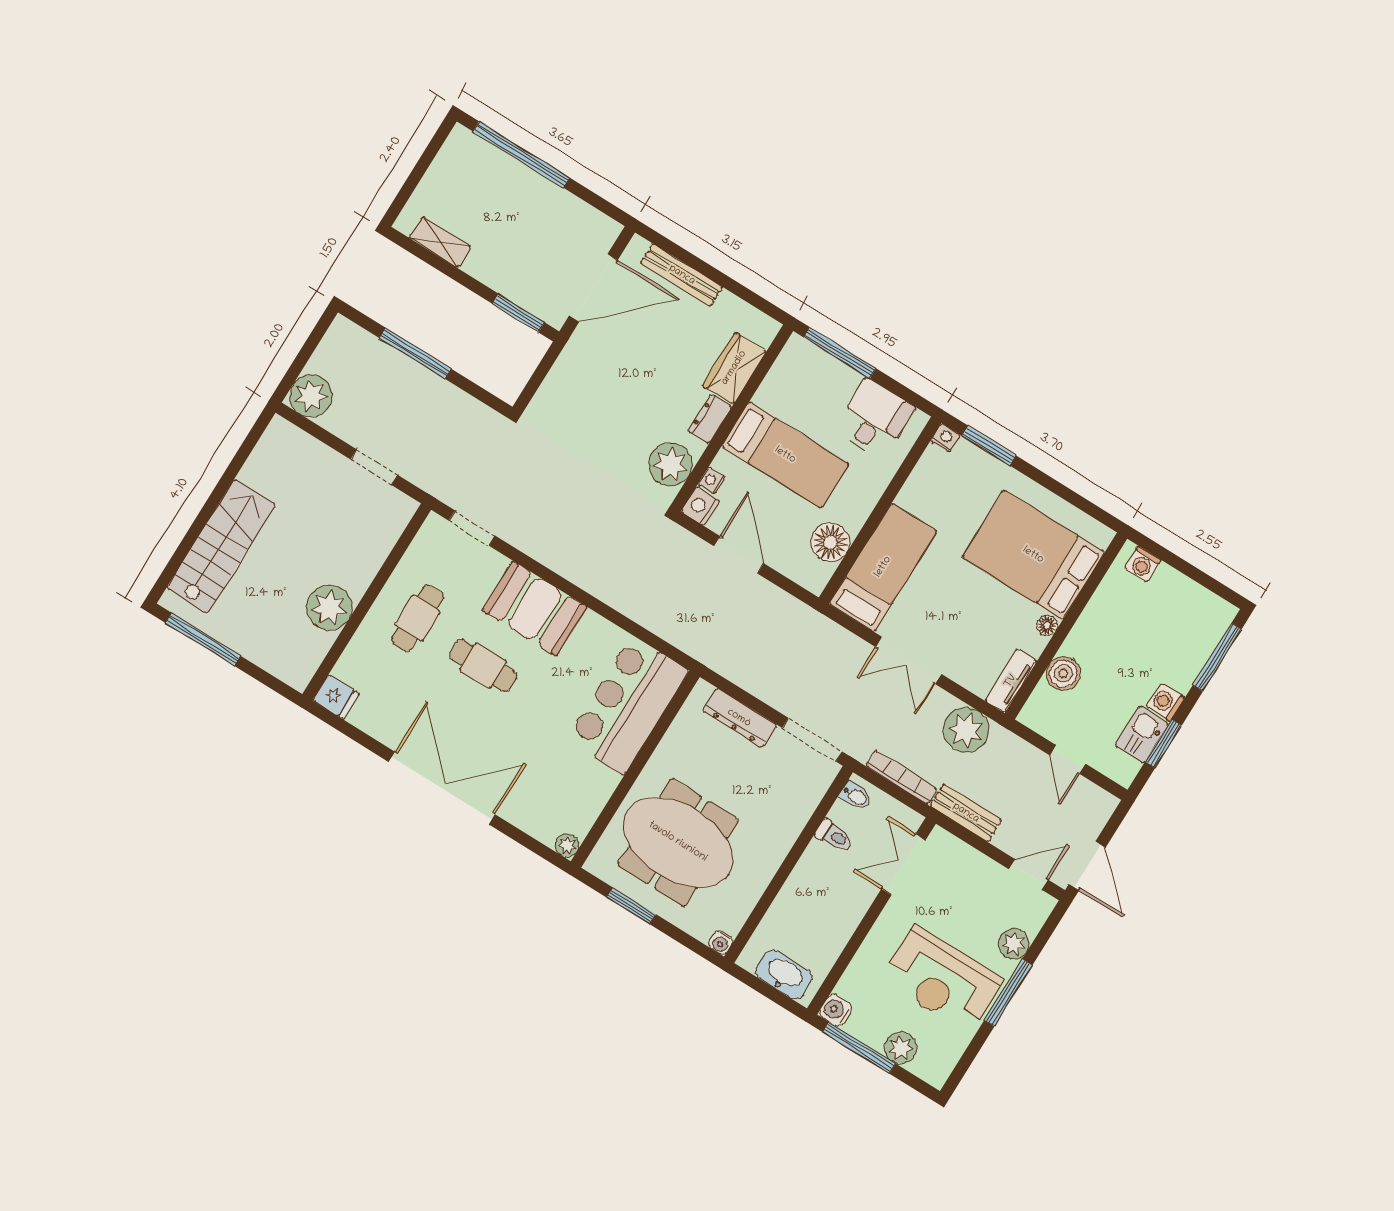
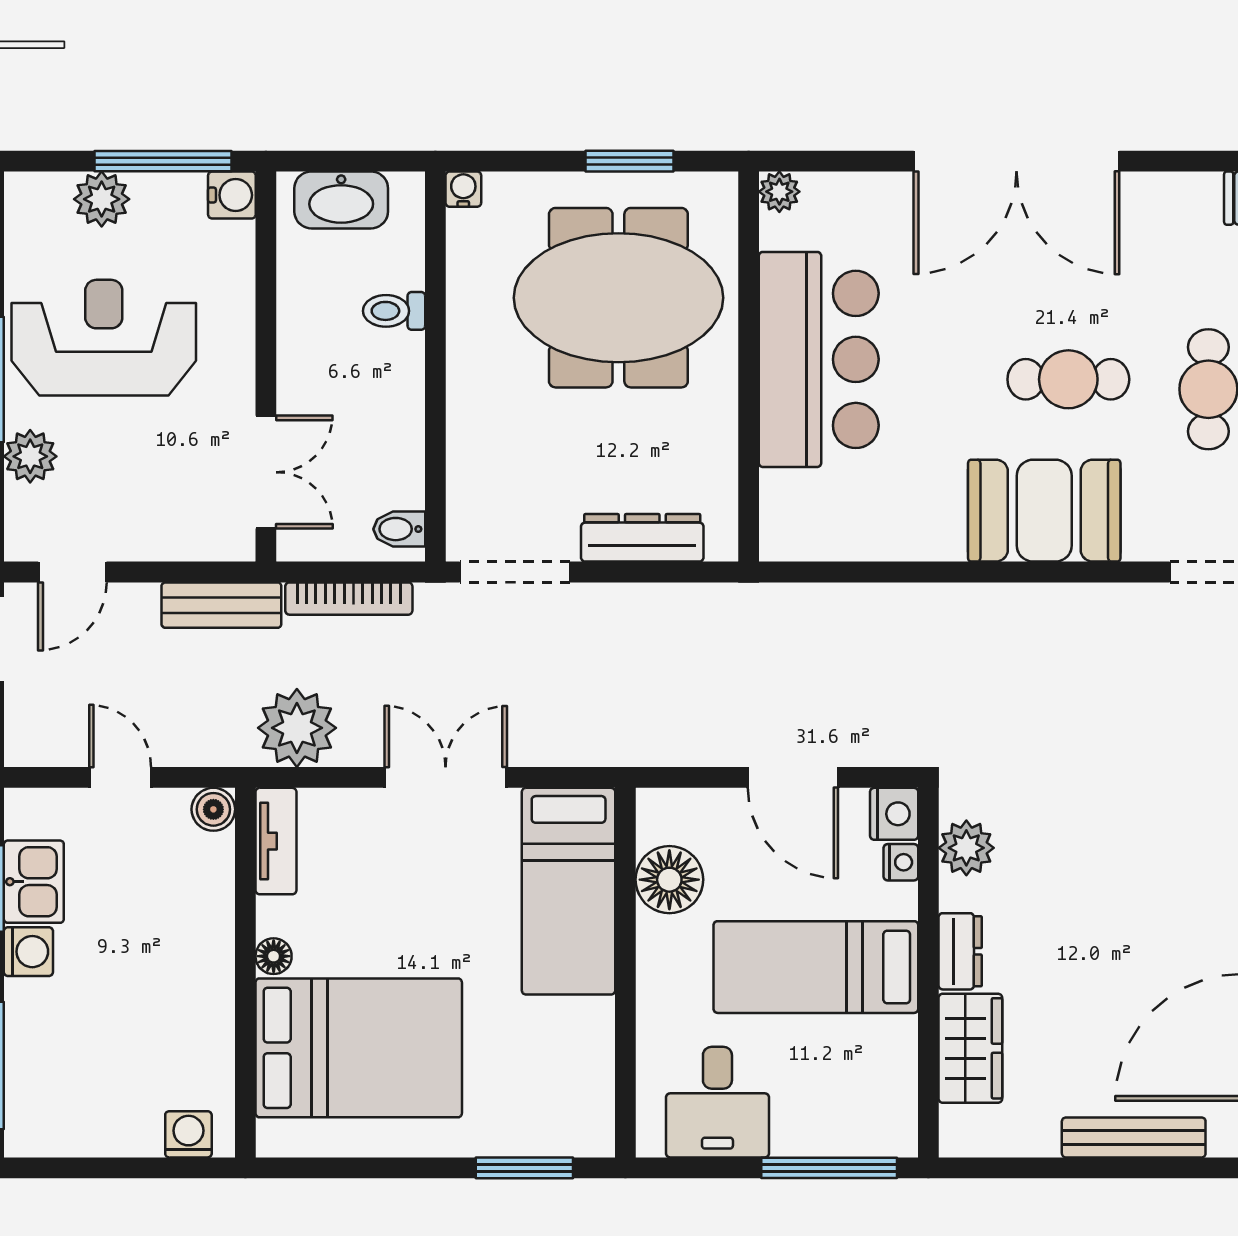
nightstand: (945, 438) -> (595, 1139), removed
plant: (671, 464) -> (966, 848), width x0.73, depth x0.73
boiler: (1063, 674) -> (213, 809), moved, width x0.73, depth x0.73
bar counter: (628, 705) -> (819, 359), moved
toilet: (834, 836) -> (394, 311), moved

